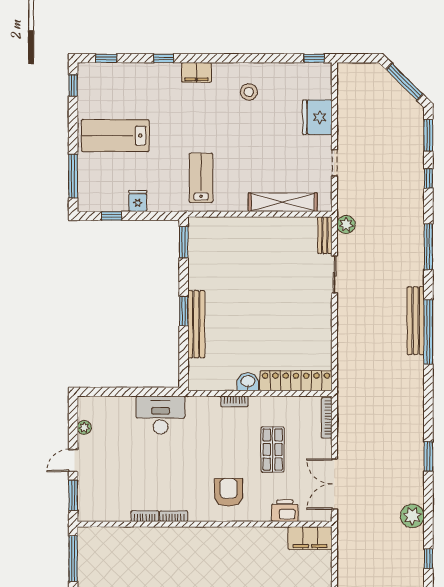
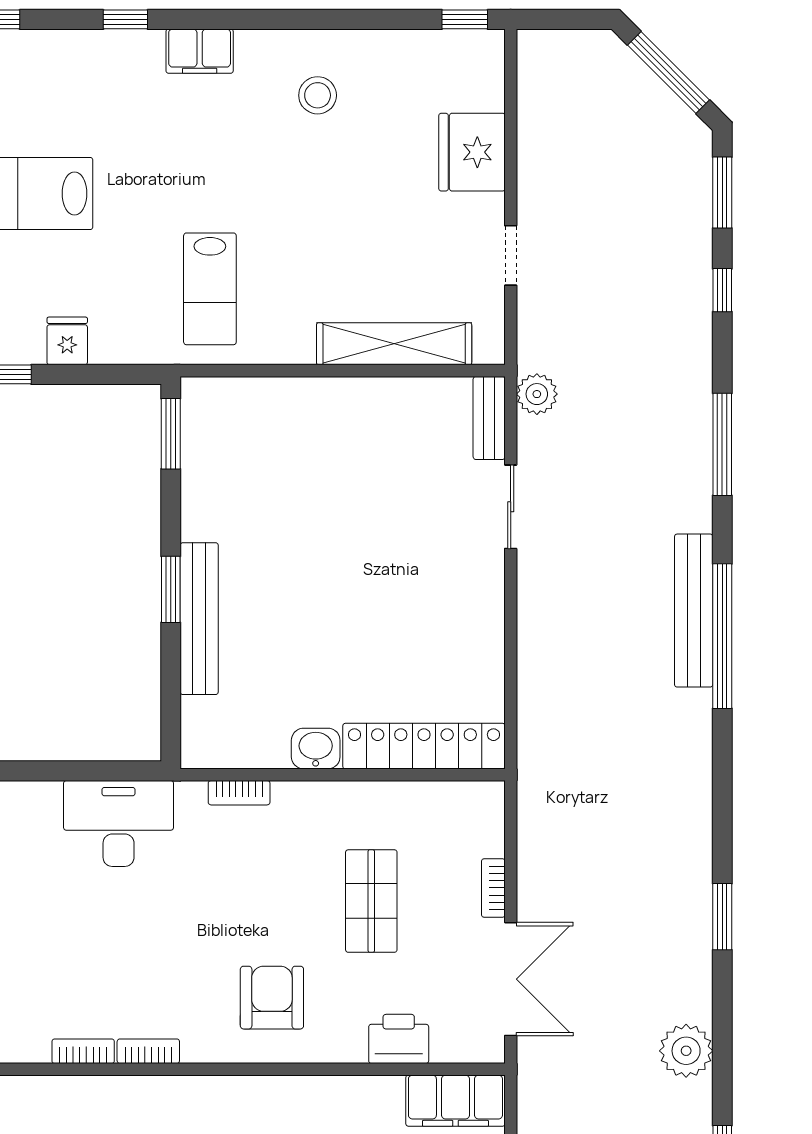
lab bench: (201, 178) -> (210, 289), turned 180
bookcase: (235, 401) -> (239, 793), moved
bookcase: (327, 418) -> (493, 888), moved, width x0.64
double door: (334, 484) -> (511, 979), swing flipped

